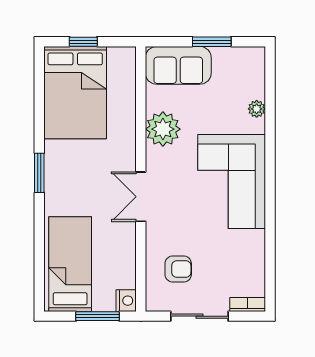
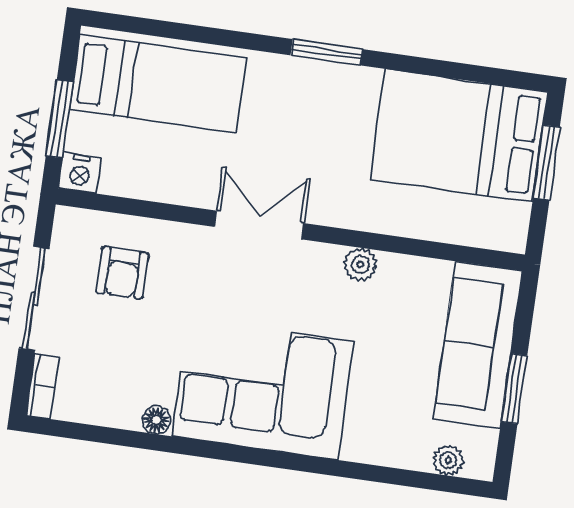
window: (83, 42) -> (546, 163), width x1.50
sofa: (178, 65) -> (478, 345), width x1.36
plant: (257, 109) -> (448, 460), moved
plant: (163, 129) -> (360, 264), width x0.53, depth x0.53
floor lamp: (257, 238) -> (156, 420), added

